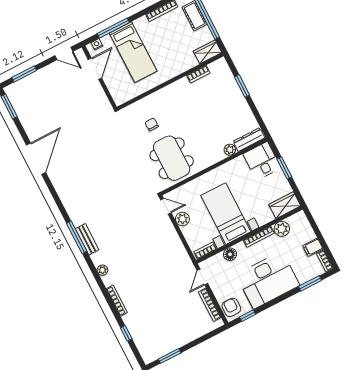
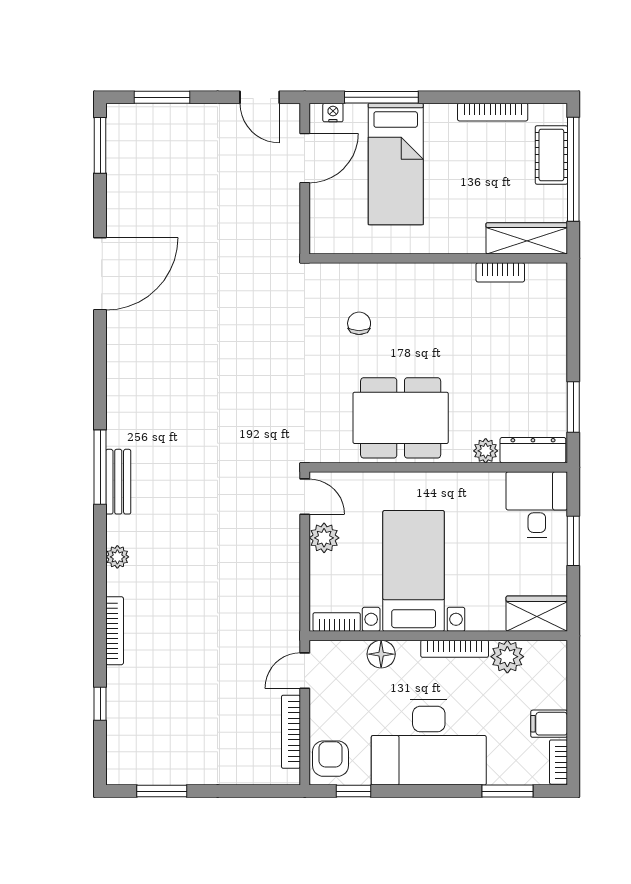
wardrobe: (207, 52) -> (527, 238), width x1.50
window: (242, 86) -> (573, 407), moved
dining table: (172, 158) -> (401, 418), moved, turned 90

